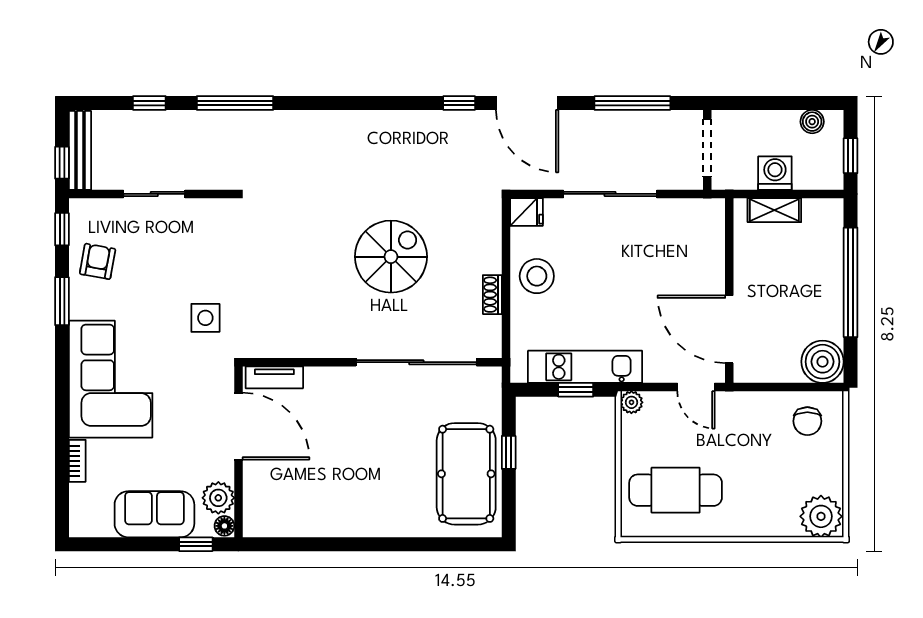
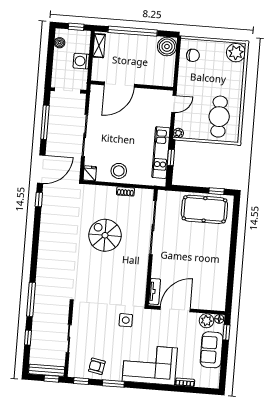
shelving: (774, 210) -> (99, 46), moved
door: (729, 329) -> (119, 85), moved
window: (509, 452) -> (216, 191), moved

